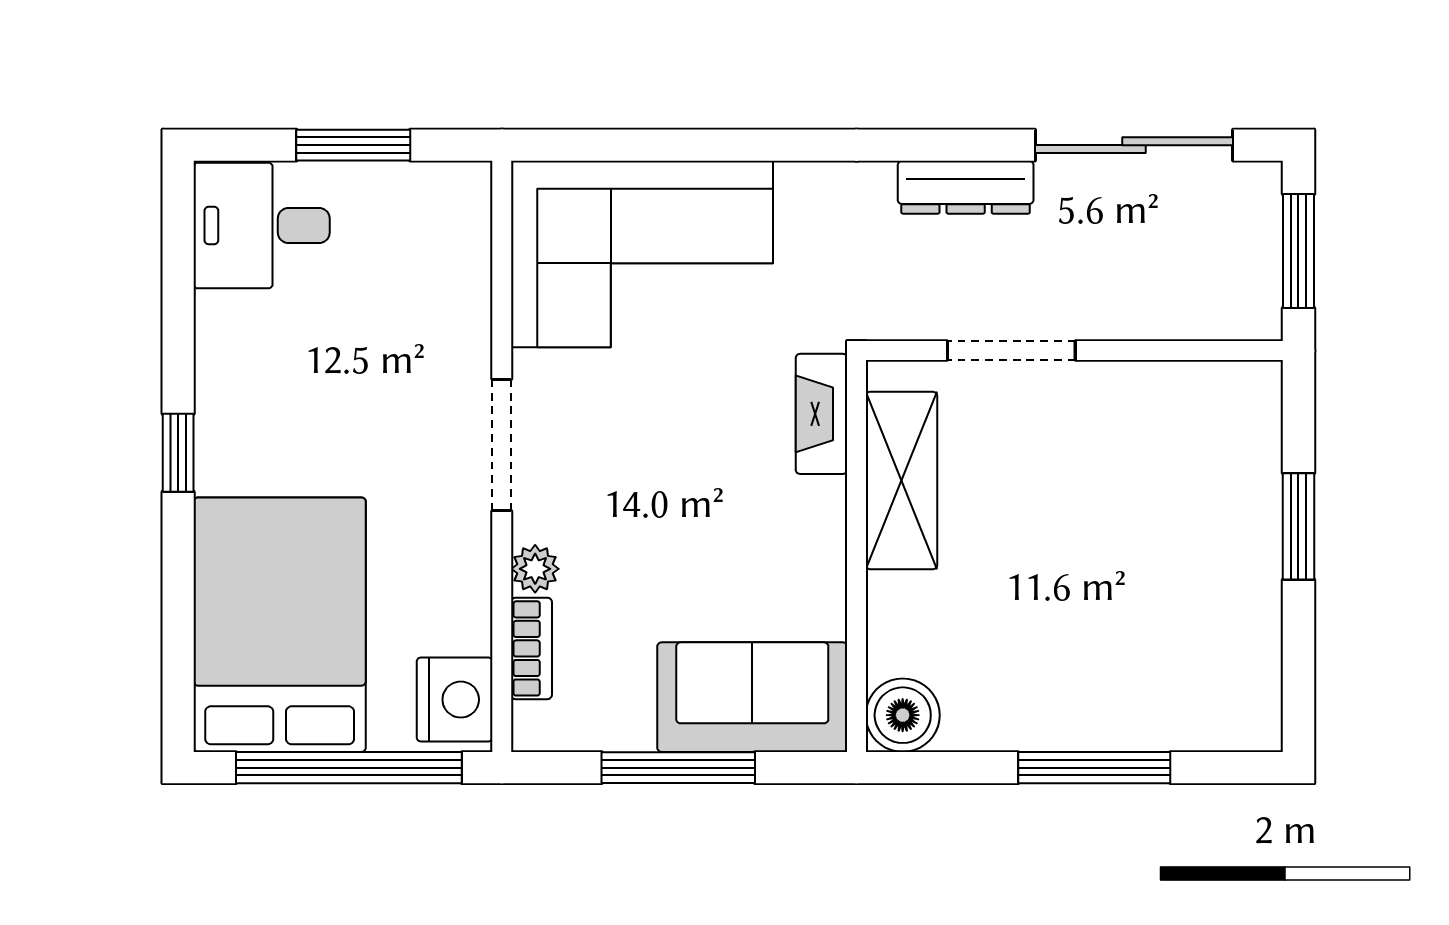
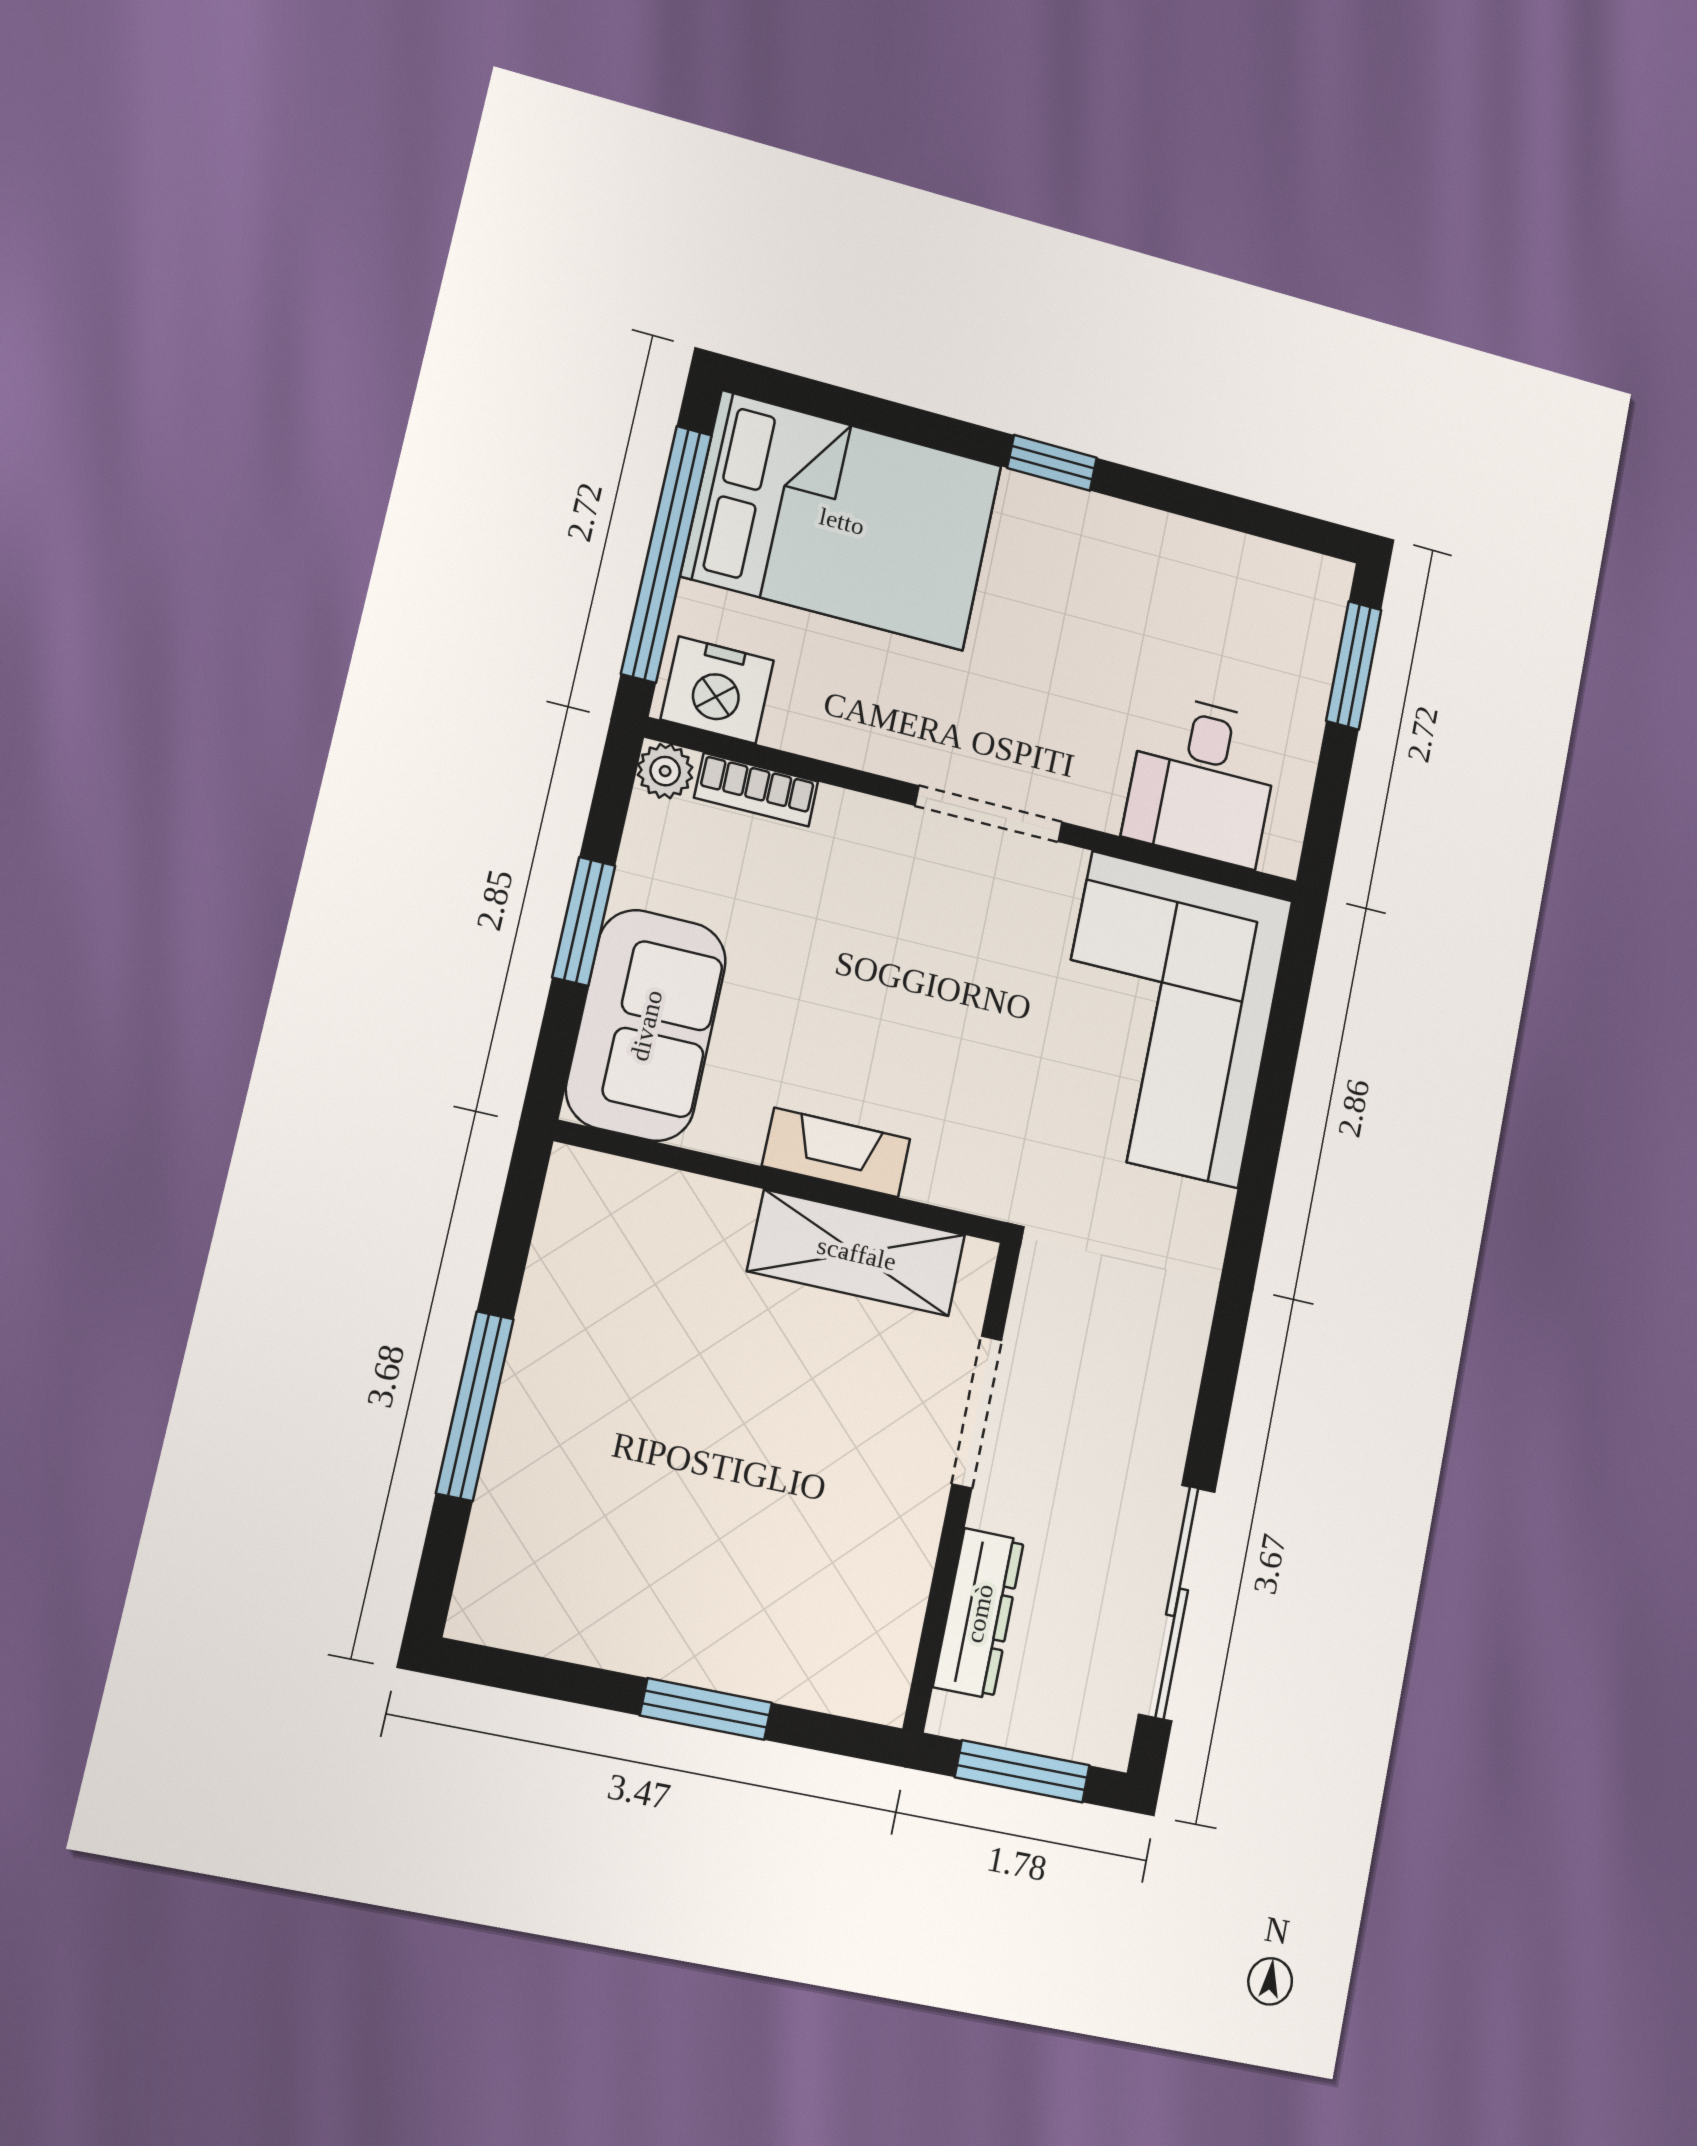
window: (353, 145) -> (1354, 665), moved
dresser: (966, 187) -> (979, 1613), moved, turned 180
desk: (262, 225) -> (1202, 780), moved, turned 180
fireplace: (822, 414) -> (836, 1152), moved
plant: (535, 569) -> (665, 771), moved
boiler: (903, 715) -> (587, 1194), removed
window: (678, 768) -> (584, 921), width x0.69

